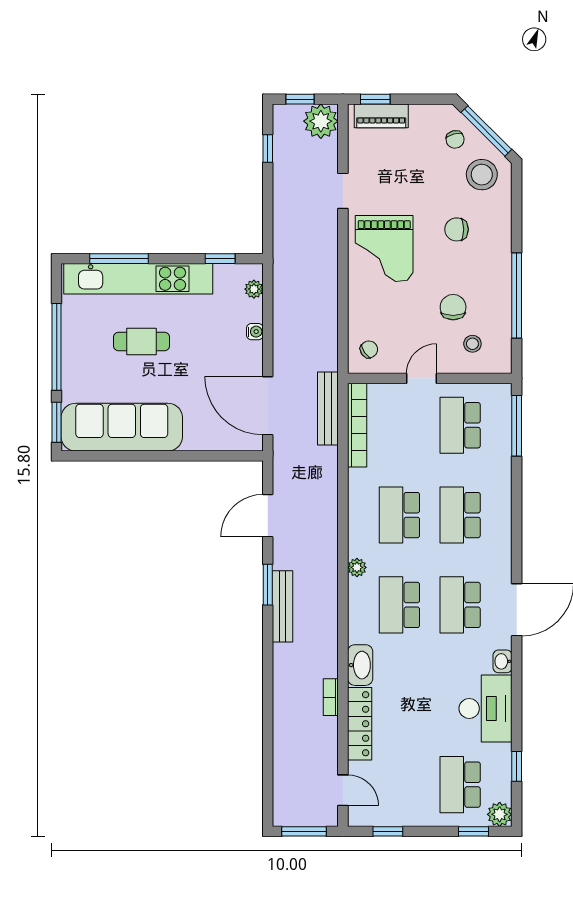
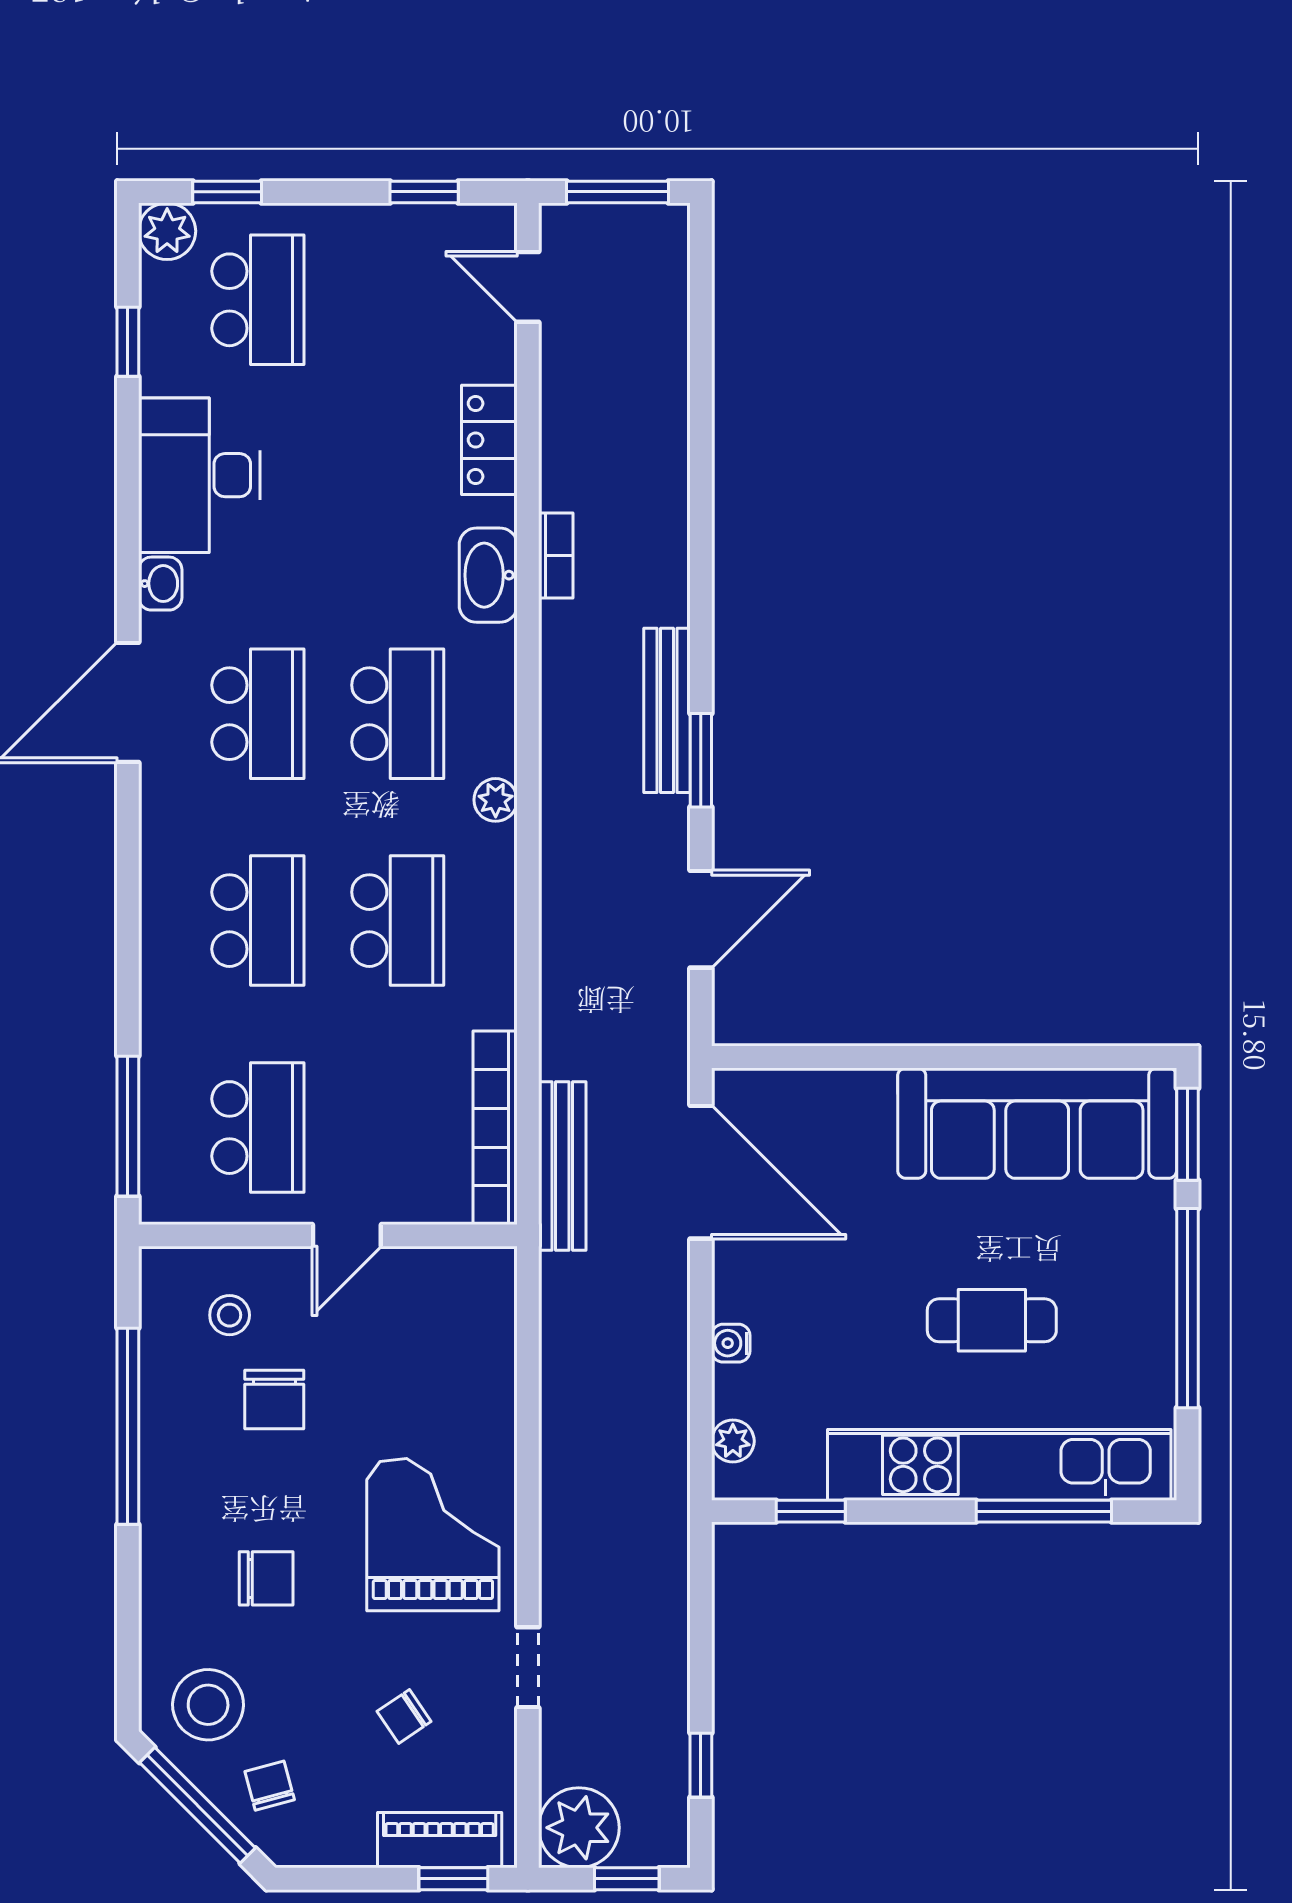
chair: (369, 349) -> (404, 1716), moved
bookcase: (331, 697) -> (556, 556), moved
locker: (360, 724) -> (489, 440), width x0.66

